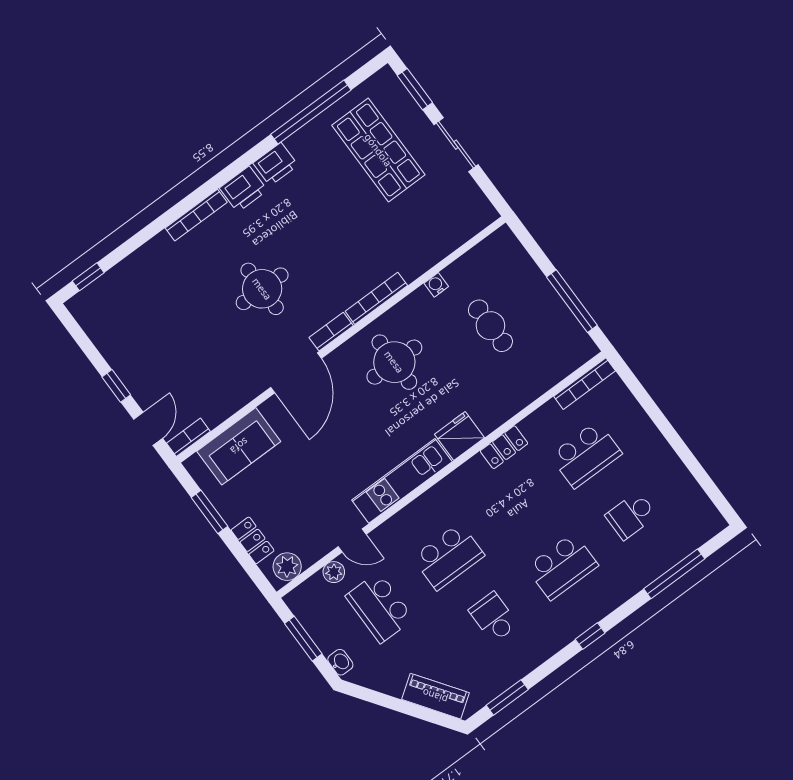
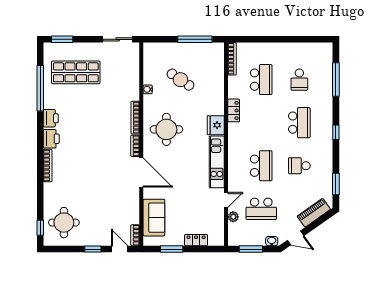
sliding door: (456, 145) -> (118, 39), moved
round table: (262, 289) -> (64, 223), moved
cafe table: (490, 326) -> (180, 80), turned 34
plant: (287, 567) -> (217, 234), removed
door: (374, 697) -> (296, 238), added

